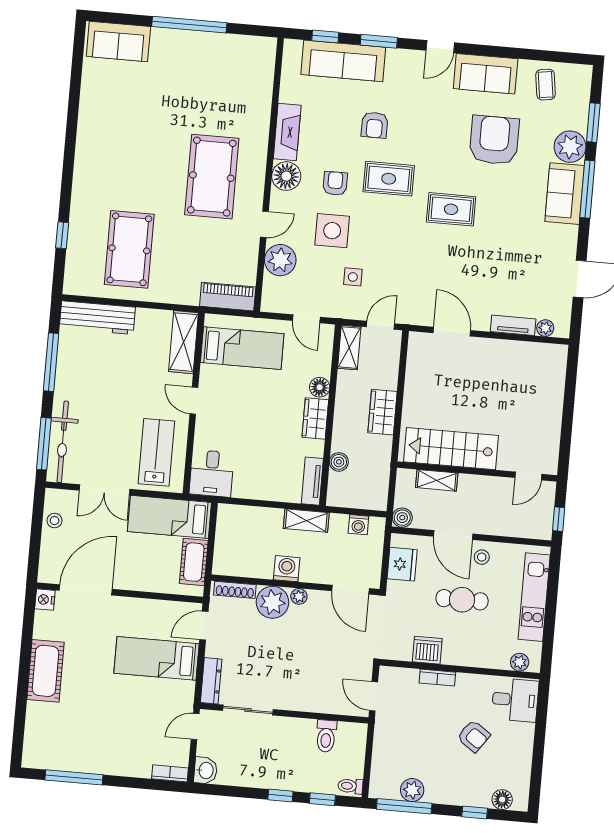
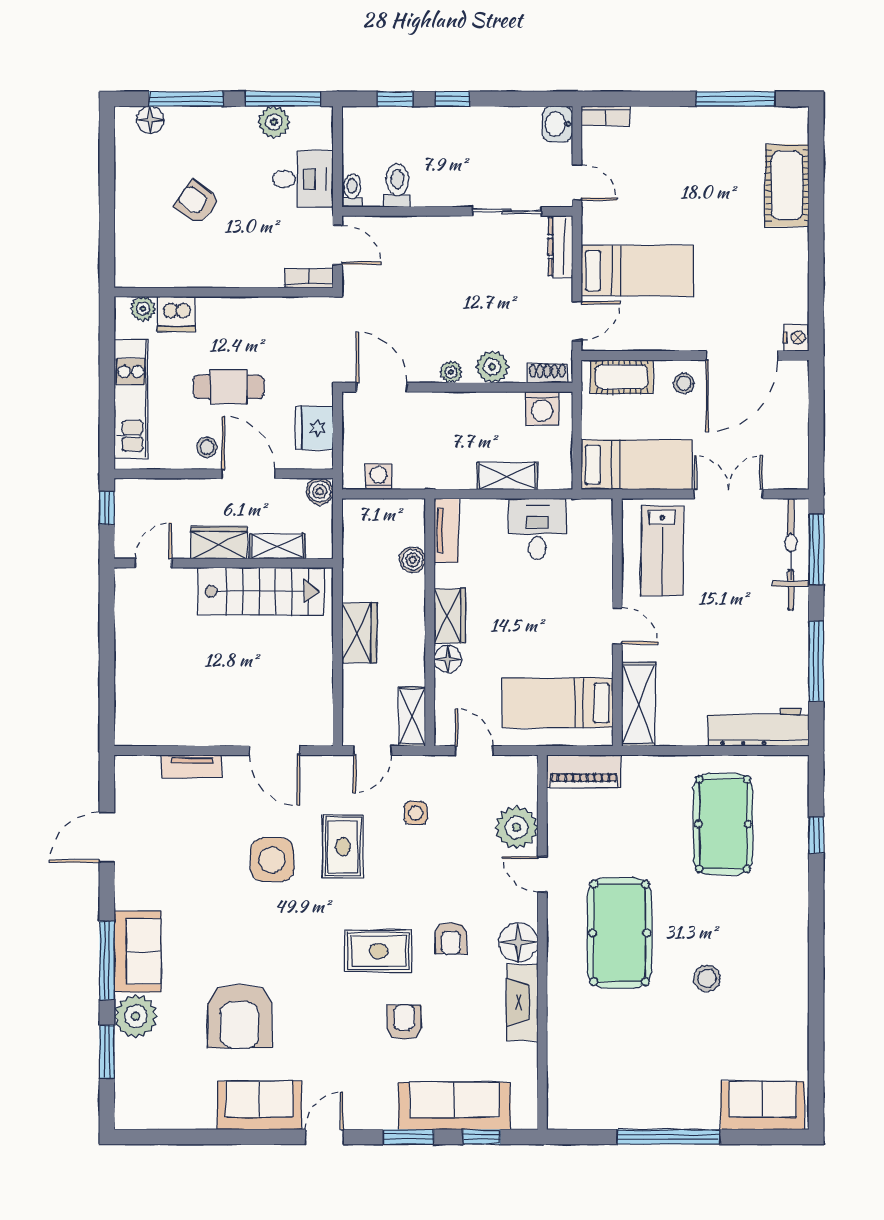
coffee table: (546, 85) -> (176, 1098), removed
stool: (151, 138) -> (707, 978), added
rug: (451, 209) -> (343, 847), moved, turned 90
door: (264, 224) -> (542, 874), hinge flipped
side table: (332, 231) -> (272, 860), moved
plant: (545, 328) -> (148, 766), removed
desk: (212, 473) -> (537, 529), moved
wardrobe: (479, 487) -> (219, 543), added
stool: (55, 521) -> (684, 383), moved
shelving: (306, 521) -> (507, 476), moved
cot: (194, 562) -> (622, 377), moved, turned 90
washing machine: (287, 569) -> (542, 408), moved
shoe rack: (235, 590) -> (547, 373), width x0.70
plant: (273, 602) -> (492, 367), width x0.73, depth x0.73
dishwasher: (427, 650) -> (176, 314), moved
cot: (45, 671) -> (787, 185), moved
bookcase: (437, 678) -> (309, 278), moved
desk: (515, 700) -> (303, 179), moved, turned 180
door: (195, 727) -> (577, 183), hinge flipped
toilet: (350, 786) -> (352, 190), moved, turned -90
window: (475, 812) -> (186, 99), width x2.17

